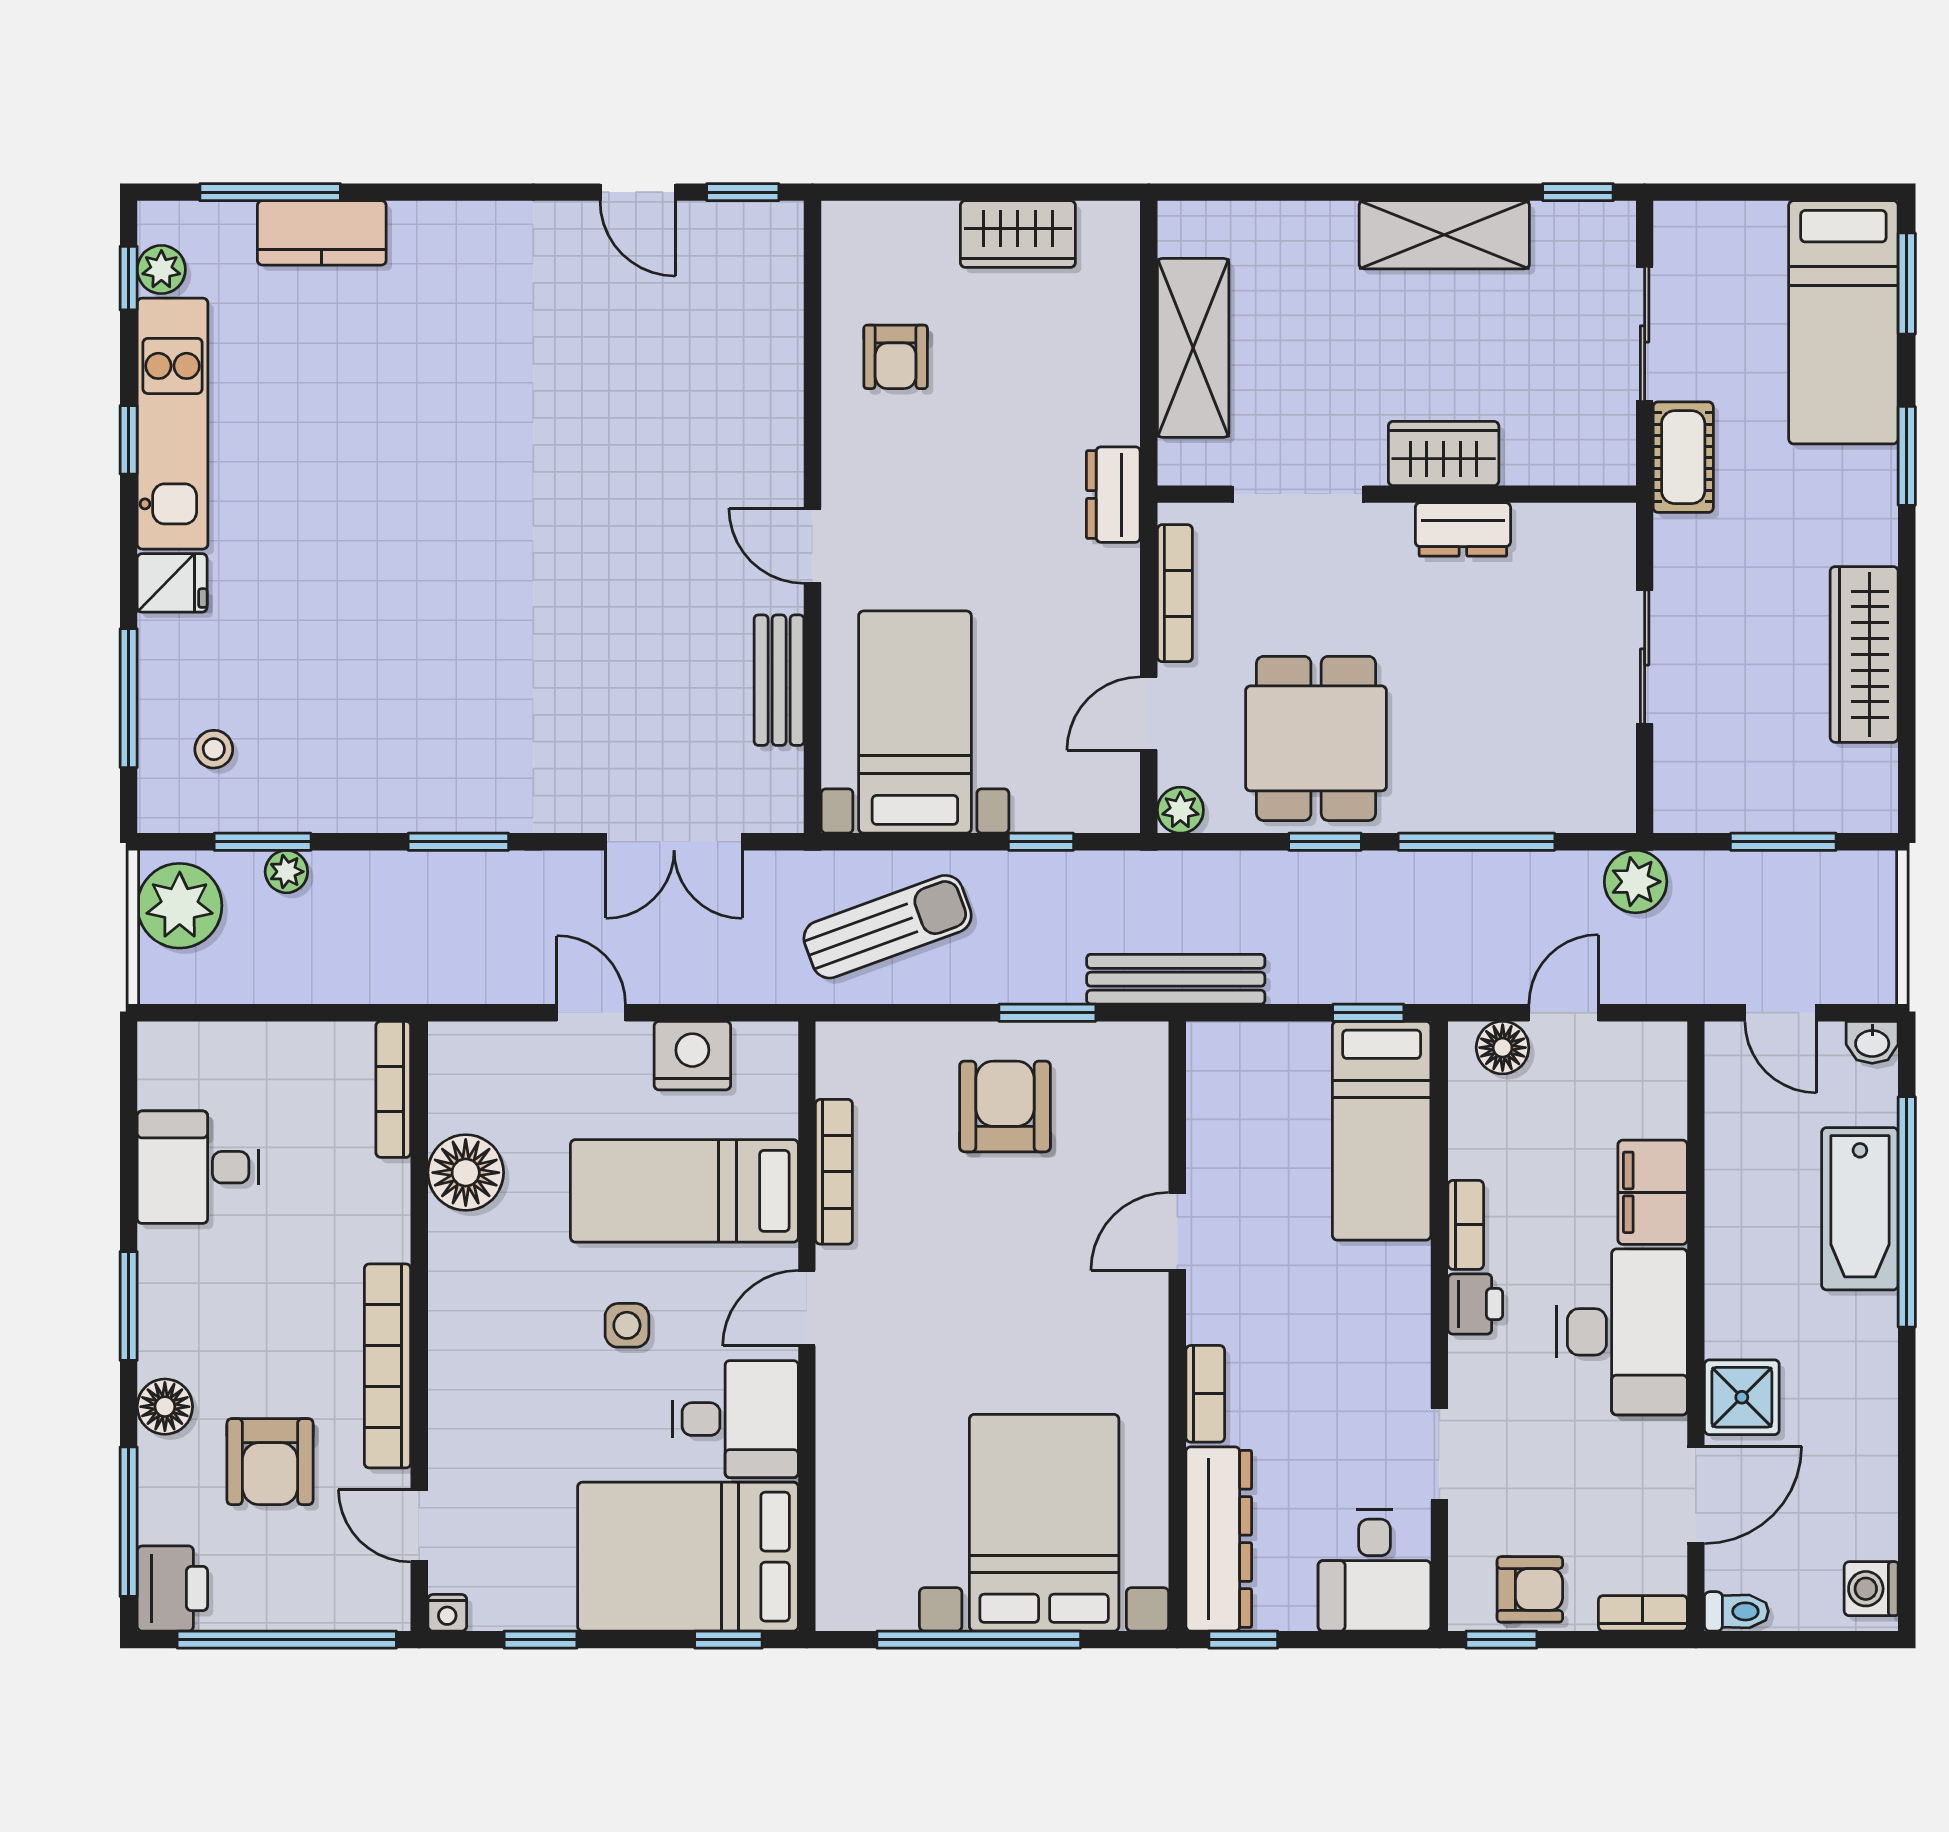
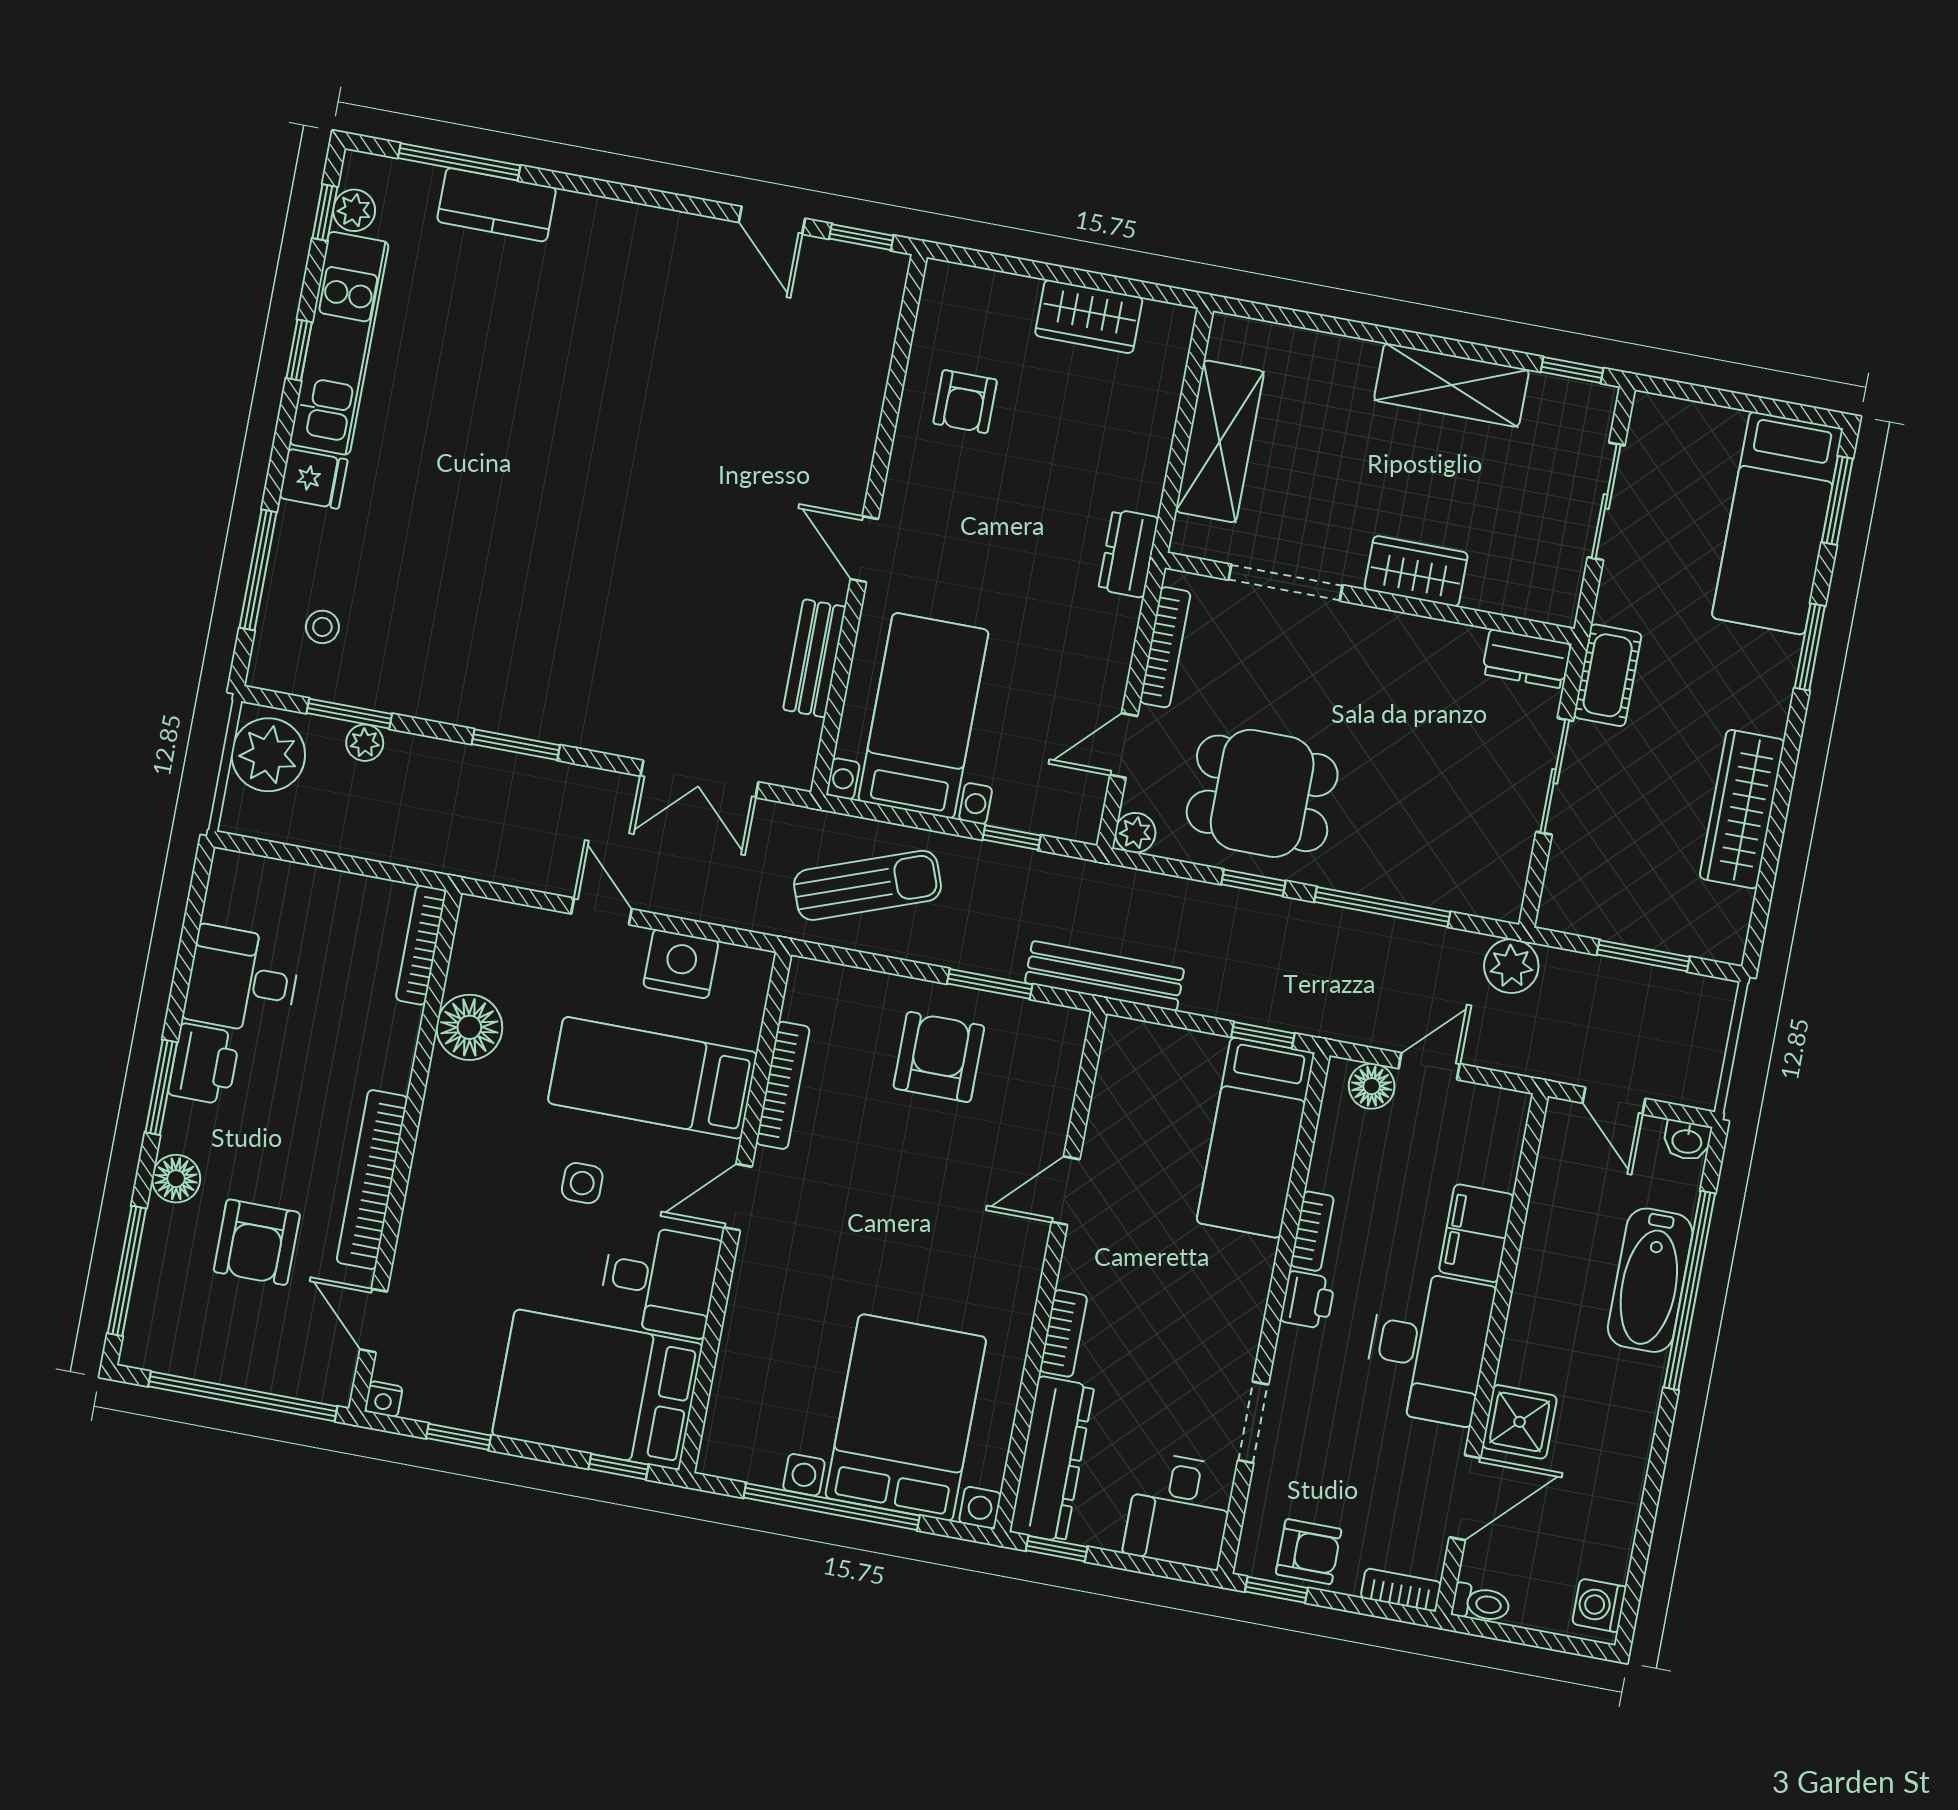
cot: (1683, 457) -> (1608, 675), moved
dresser: (1463, 529) -> (1526, 659), moved
dining table: (1316, 738) -> (1262, 793), turned 90
printer: (172, 1589) -> (204, 1064), moved

